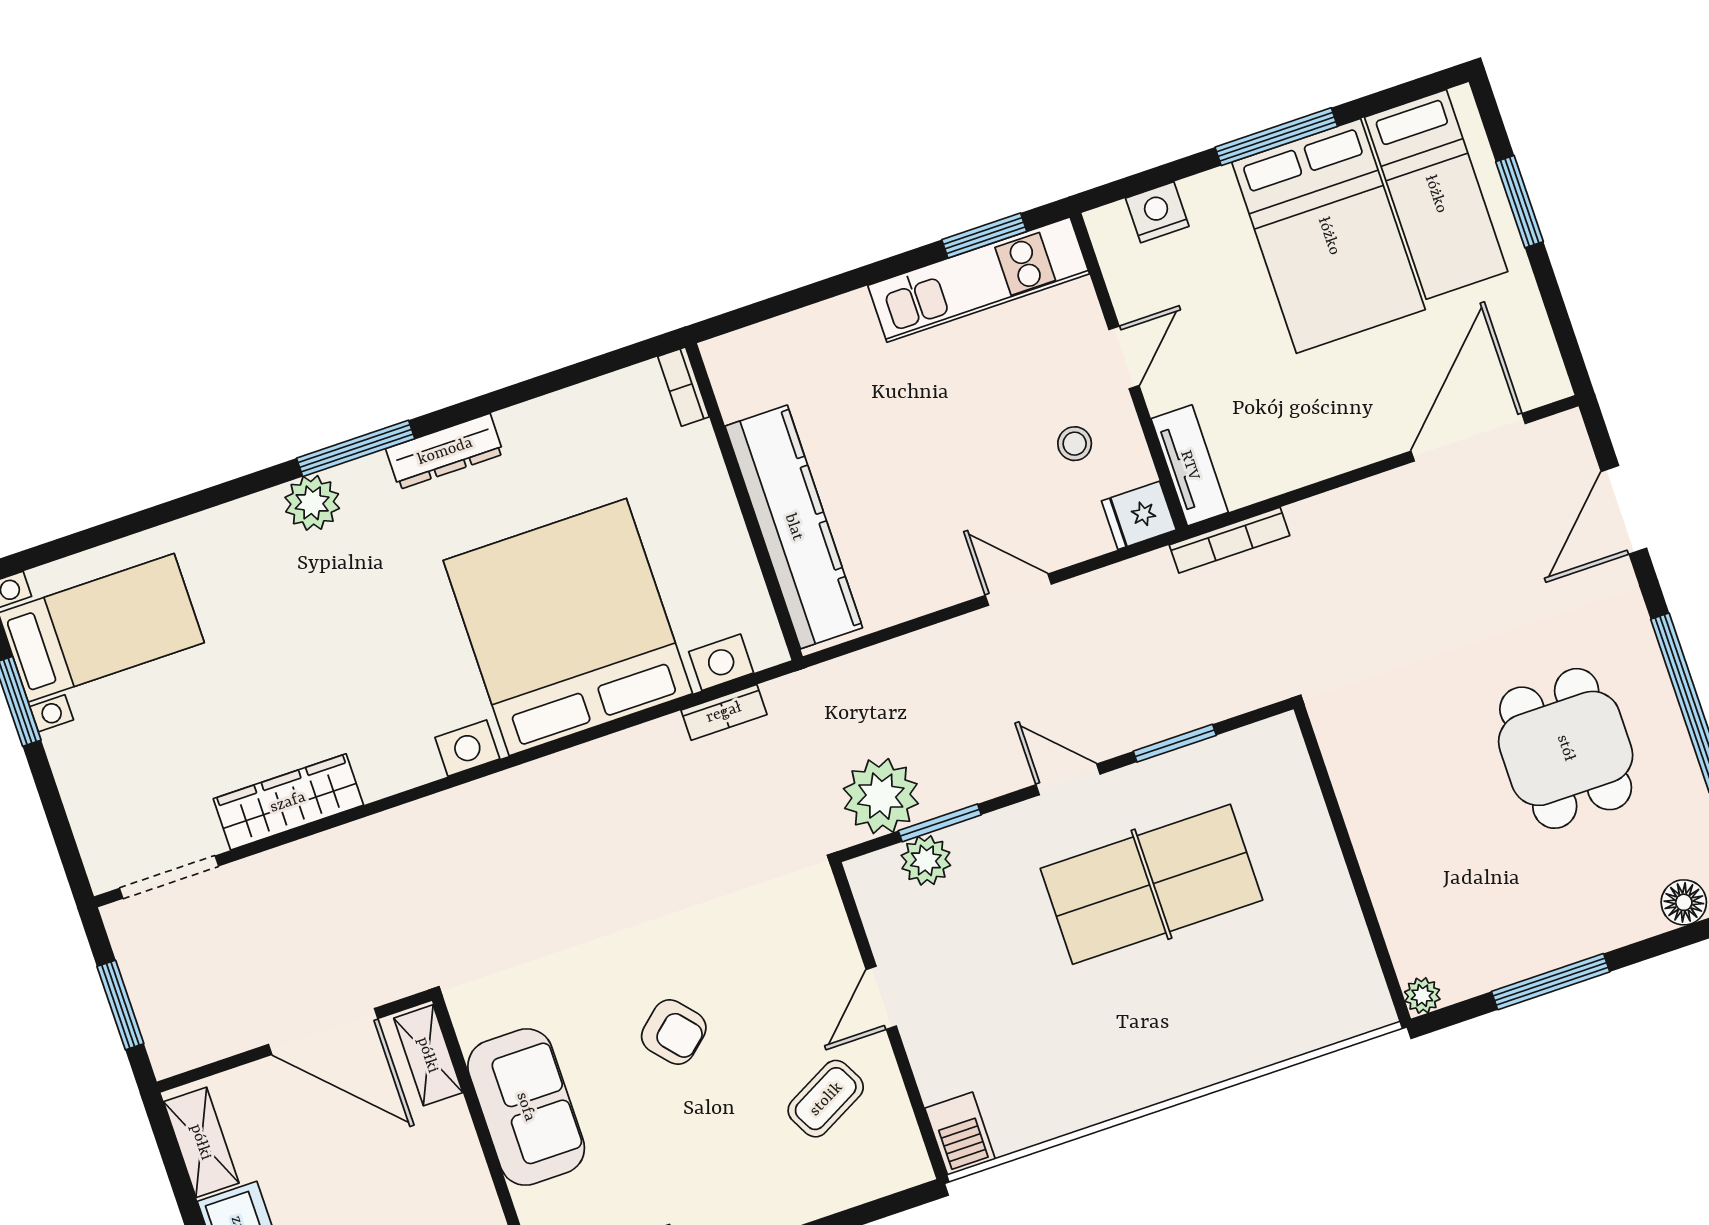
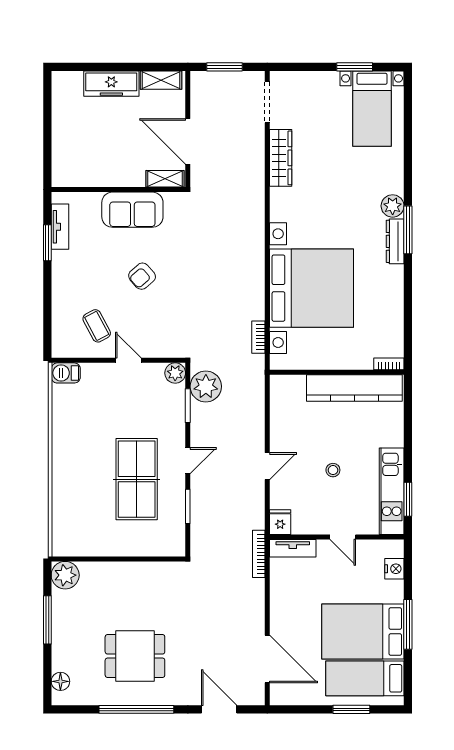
stool: (1075, 444) -> (333, 470), moved
dresser: (445, 451) -> (395, 241), moved
kitchen counter: (794, 527) -> (354, 388), moved
plant: (926, 860) -> (175, 373), moved
plant: (1422, 995) -> (65, 575), width x1.88, depth x1.88
door: (323, 1031) -> (188, 141), hinge flipped

